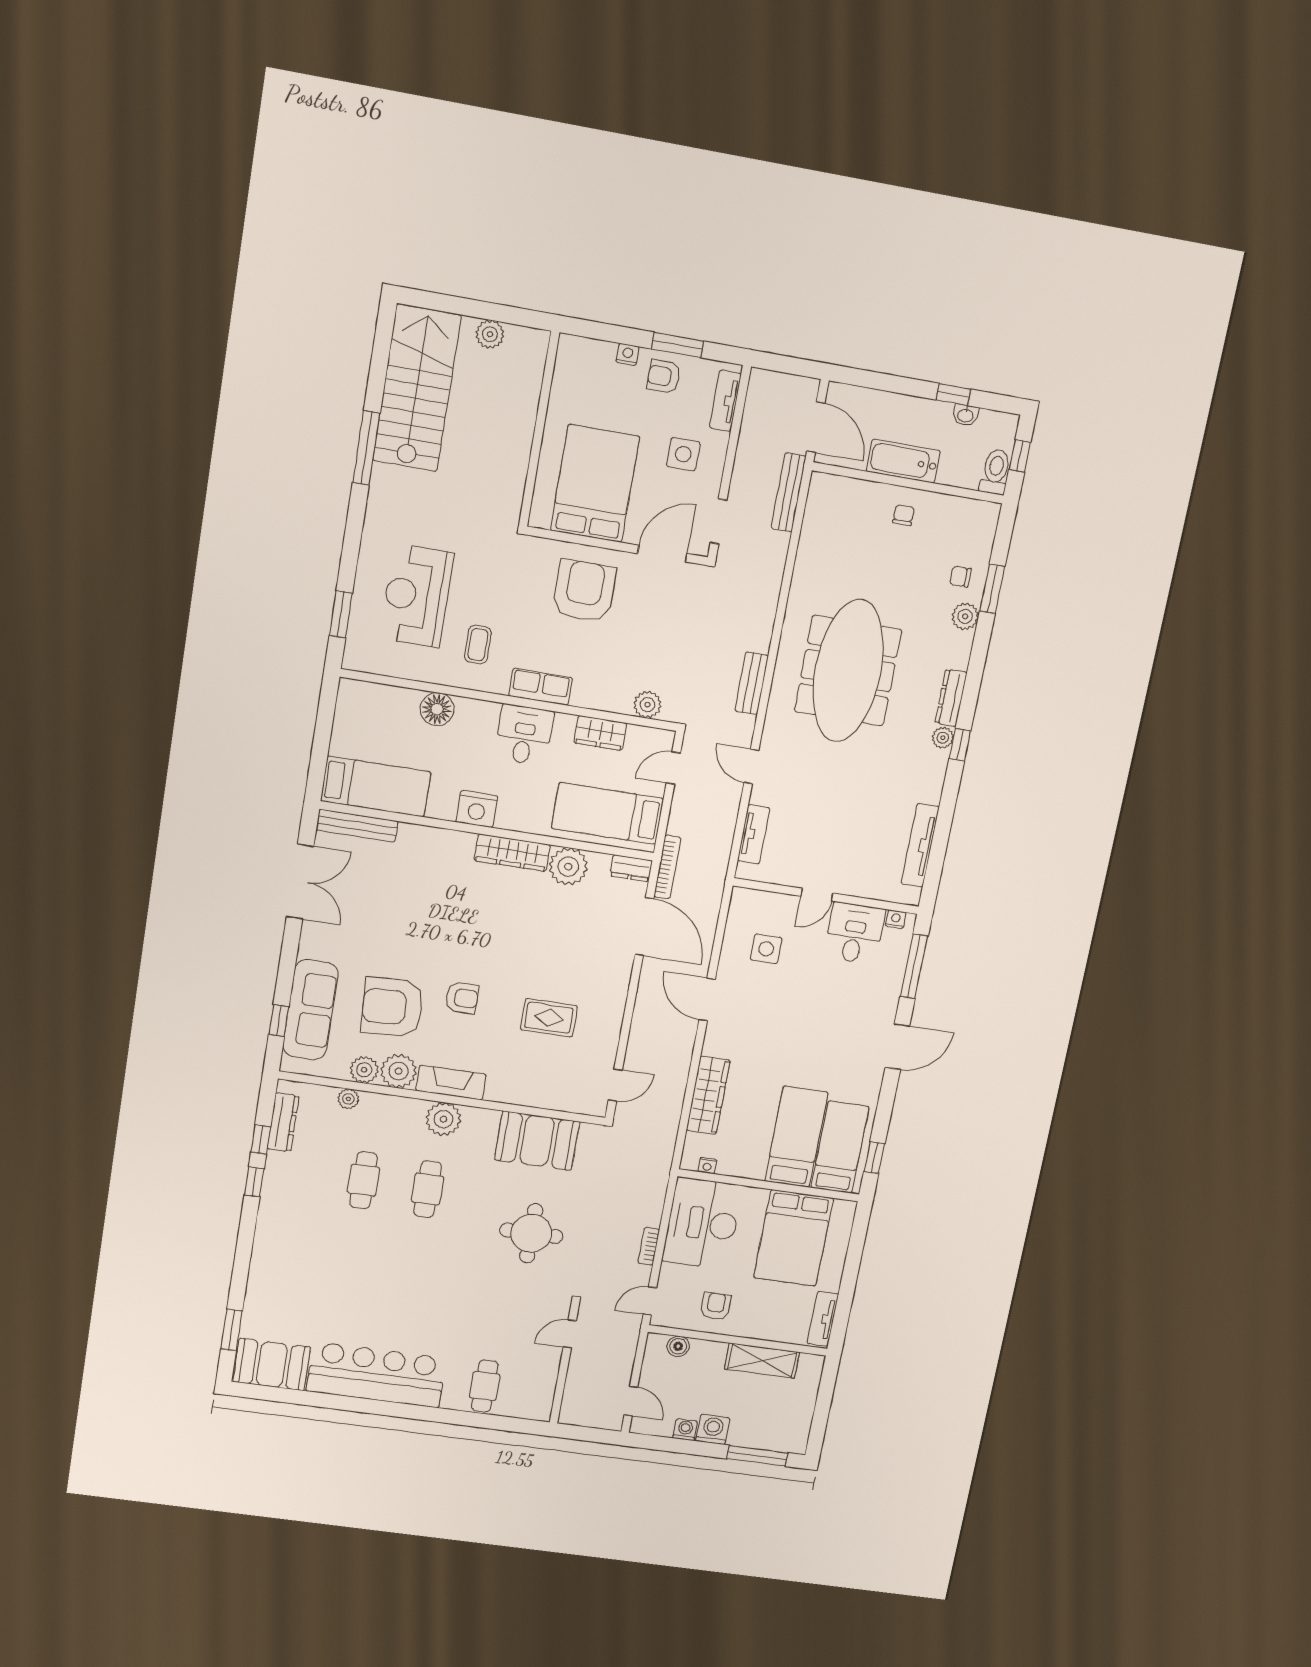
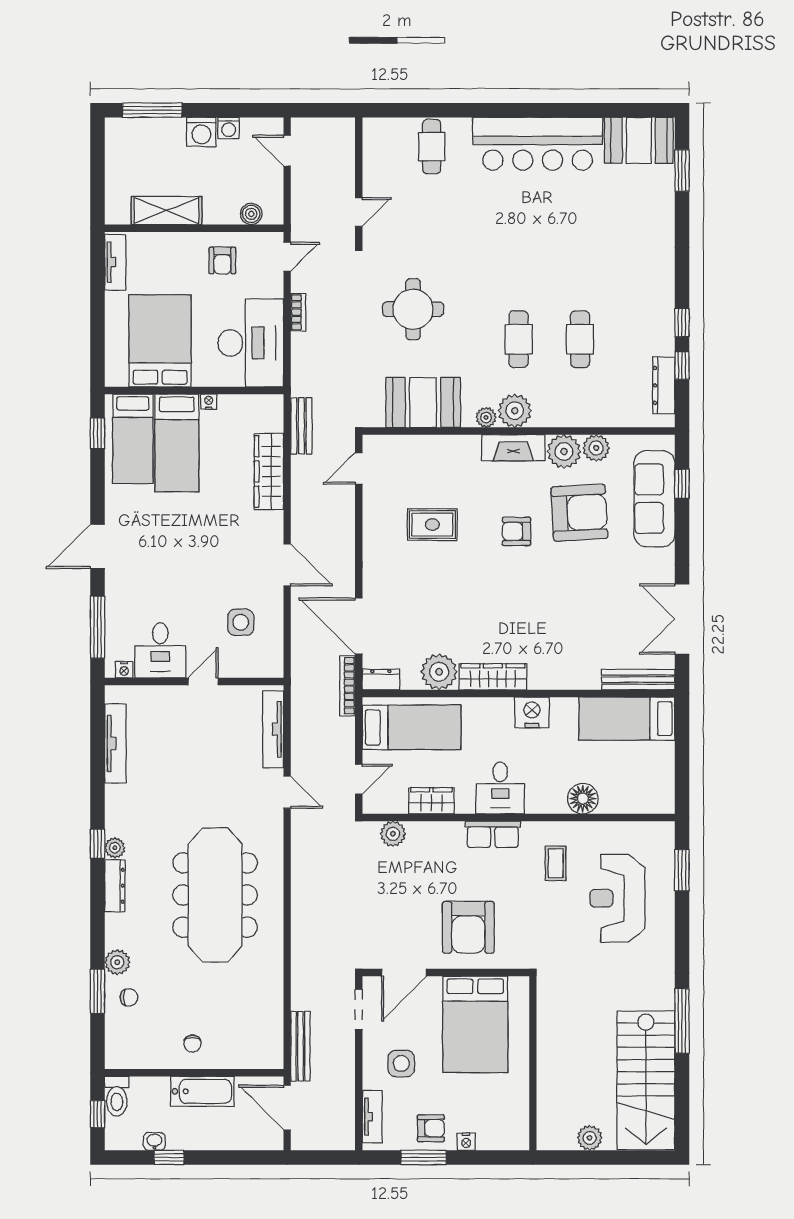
reception desk: (417, 596) -> (617, 898), turned 180
bench: (752, 683) -> (301, 426), moved
tv unit: (754, 834) -> (273, 729), width x1.41
plant: (348, 1099) -> (486, 417), moved
nightstand: (707, 1166) -> (209, 402), moved

